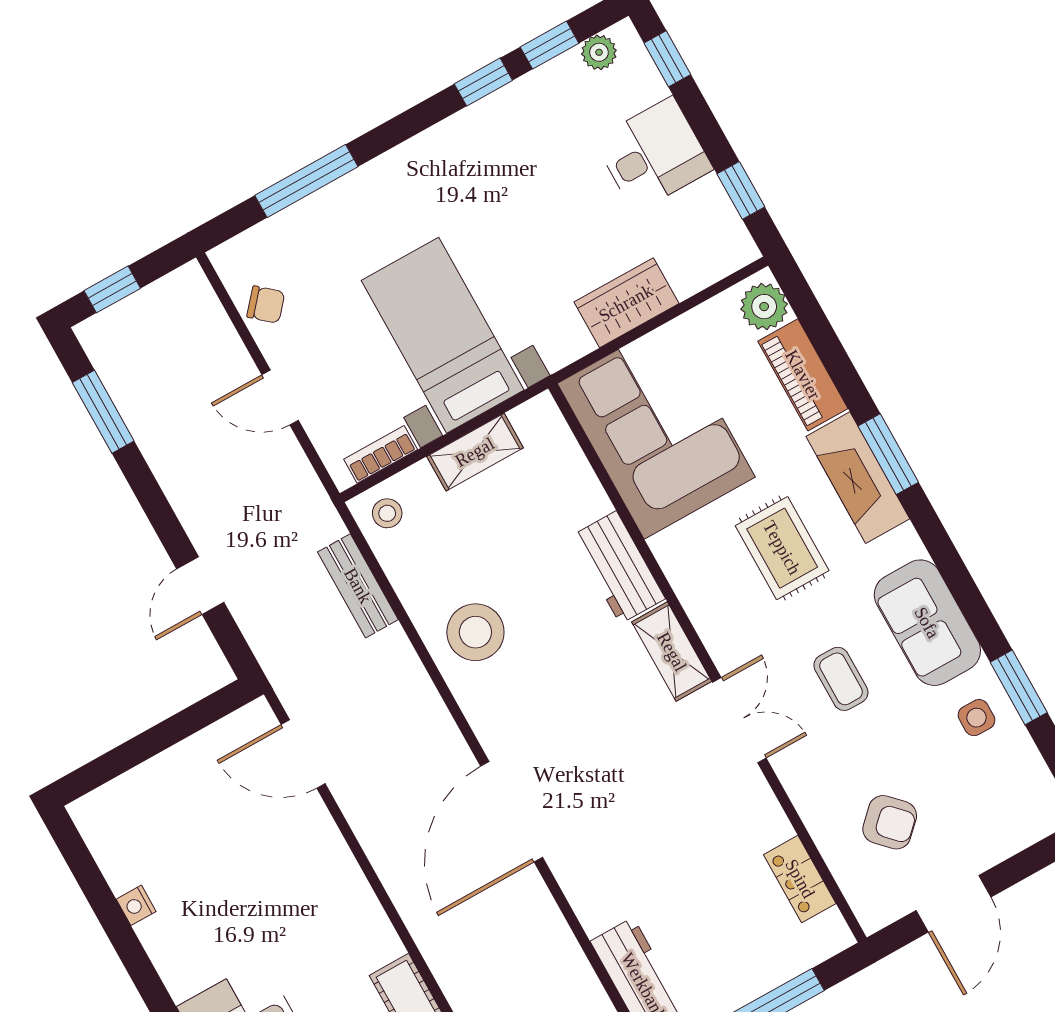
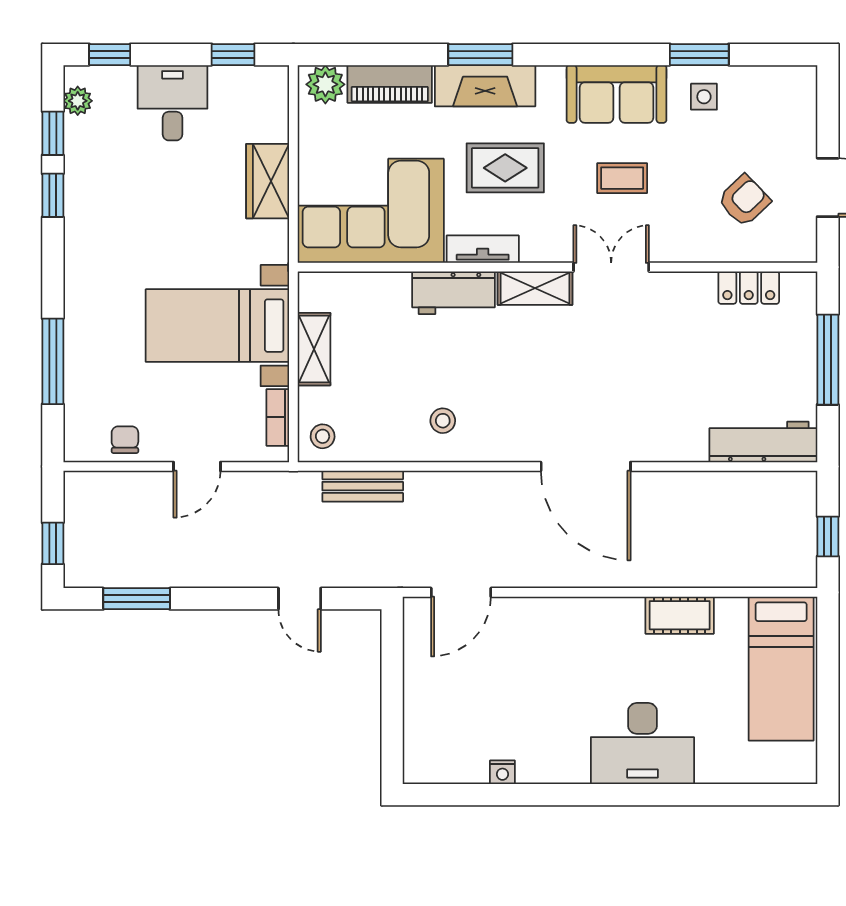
chair: (266, 305) -> (125, 440), turned -41
tv unit: (682, 573) -> (483, 249), added
stool: (475, 632) -> (443, 421), width x0.53, depth x0.53

